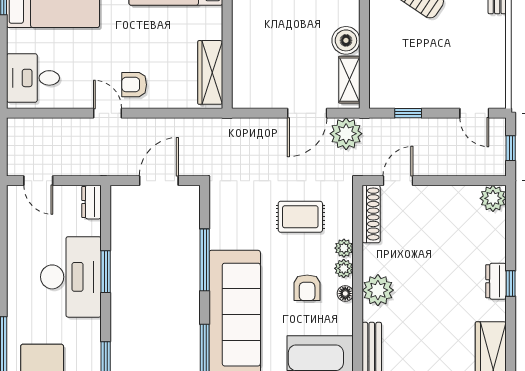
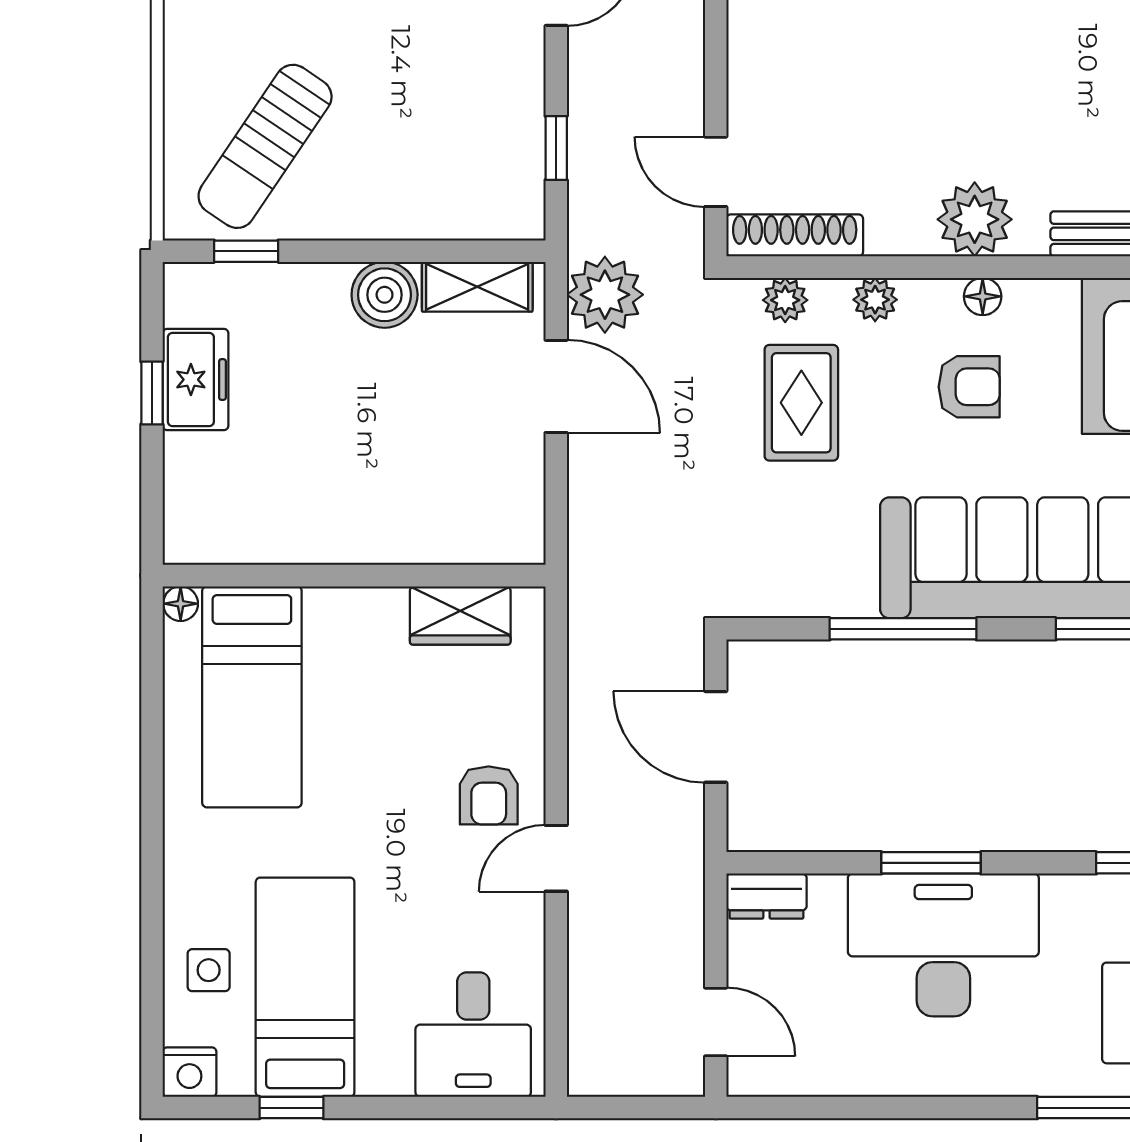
wardrobe: (210, 72) -> (460, 615), width x0.67
door: (38, 181) -> (716, 1022), hinge flipped
plant: (344, 268) -> (785, 300), moved

